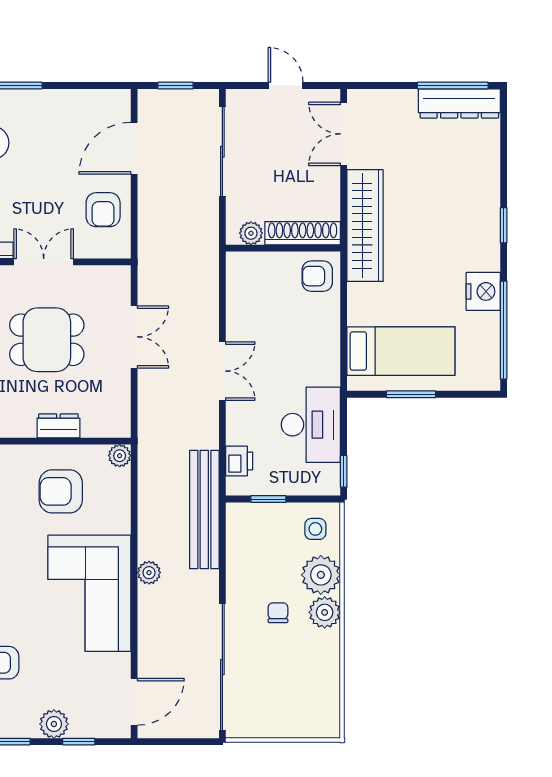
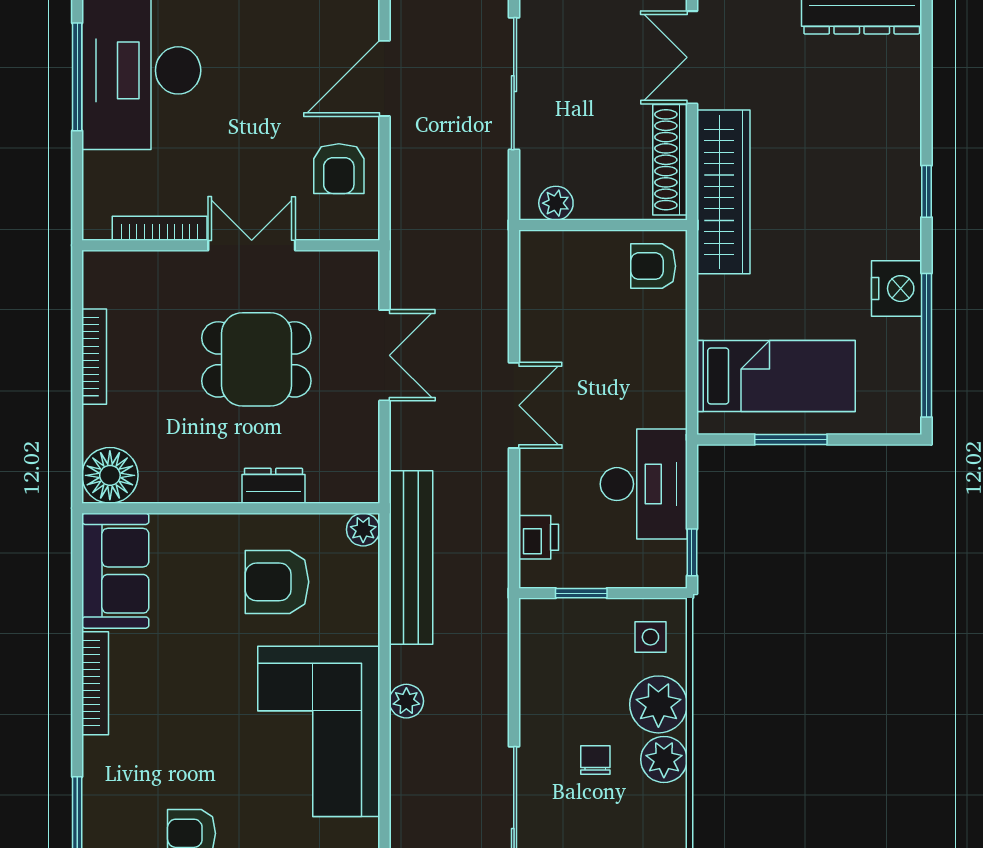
shoe rack: (303, 233) -> (670, 160), moved, turned -90
bench: (204, 510) -> (411, 557), moved

